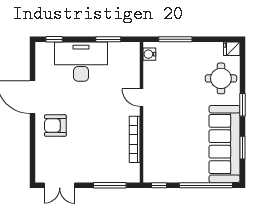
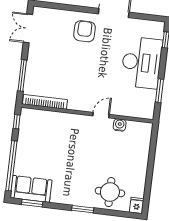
window: (175, 39) -> (152, 154), removed
water cooler: (149, 54) -> (120, 125), moved
bookcase: (135, 139) -> (45, 102), moved
sofa: (224, 144) -> (31, 189), width x0.54, depth x0.79
window: (242, 148) -> (32, 203), moved

